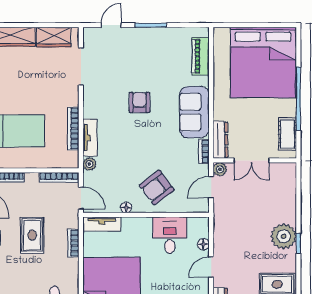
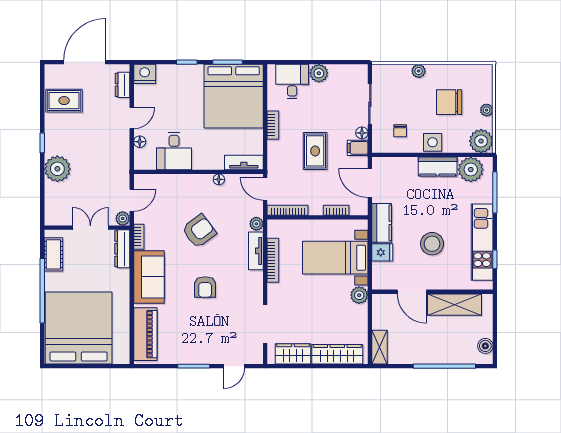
piano: (201, 56) -> (145, 334), width x1.37, depth x1.33
armchair: (157, 188) -> (199, 231), moved
plant: (284, 236) -> (57, 169), moved
bookcase: (73, 243) -> (273, 125), moved

